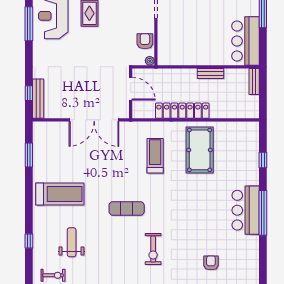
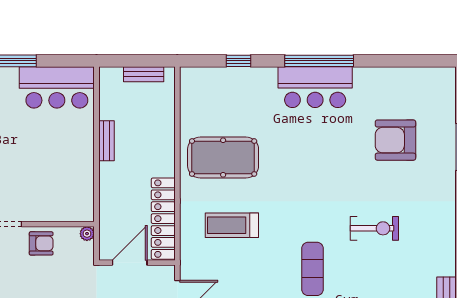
armchair: (145, 41) -> (41, 243), moved, turned 180
bench: (254, 82) -> (144, 74), moved
locker: (182, 111) -> (163, 219), moved
armchair: (211, 263) -> (395, 140), width x1.88, depth x1.88

